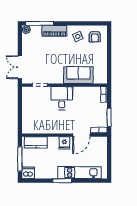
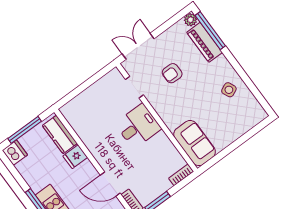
piano: (54, 31) -> (205, 42), moved
armchair: (95, 36) -> (172, 73), moved
sofa: (78, 75) -> (195, 143), moved
fridge: (64, 143) -> (75, 157), moved

